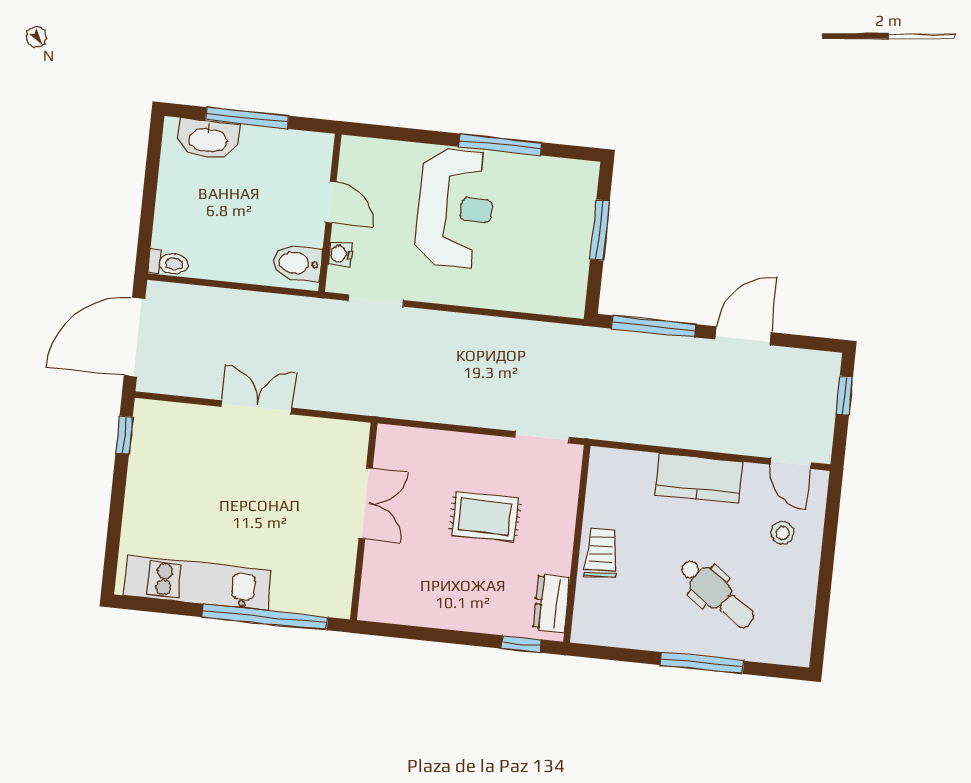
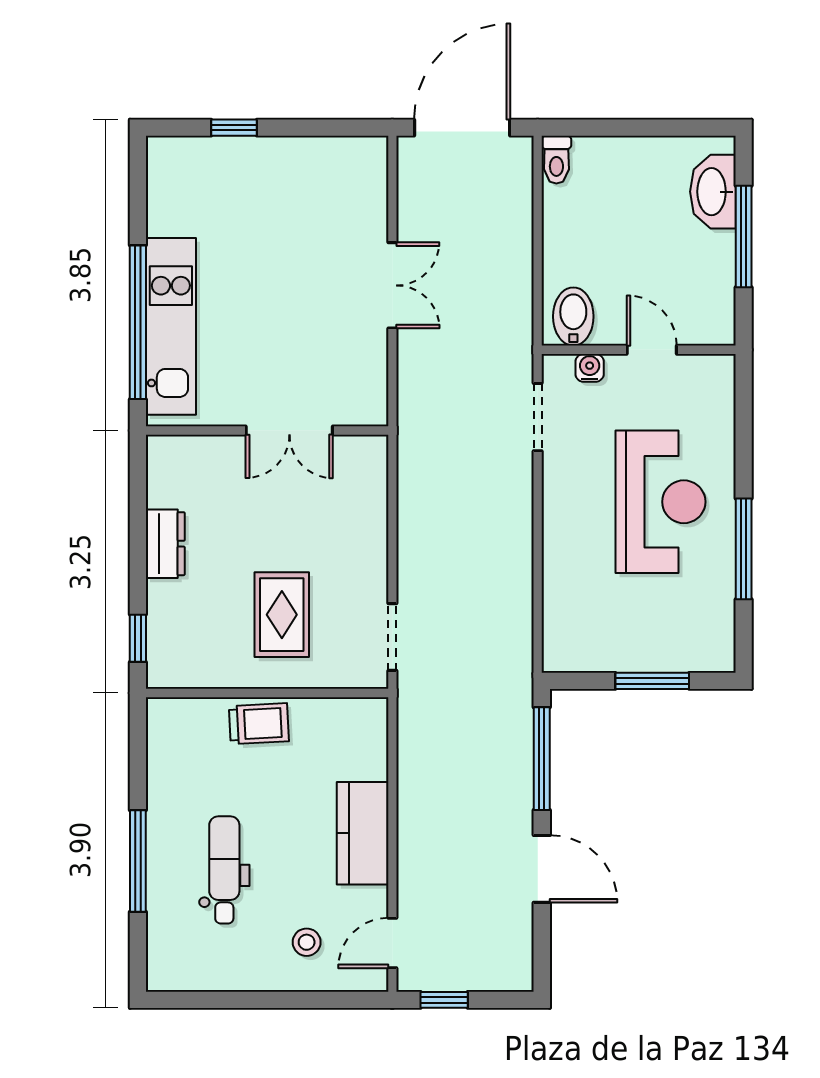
door: (331, 202) -> (652, 350), swing flipped
reception desk: (455, 208) -> (660, 502), turned -90
door: (134, 337) -> (462, 128), hinge flipped
window: (844, 395) -> (444, 1000), moved
window: (124, 435) -> (234, 128), moved
rug: (485, 517) -> (282, 615), moved
kitchen unit: (197, 583) -> (171, 326), moved
dental chair: (717, 594) -> (224, 870), turned 144
dresser: (551, 603) -> (165, 544), moved, turned 90

